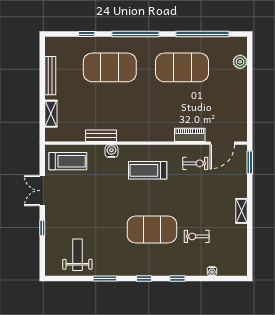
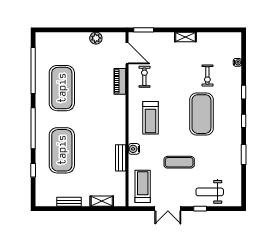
plant: (240, 62) -> (96, 38), moved
bench: (50, 76) -> (69, 202), width x0.73
exercise mat: (96, 204) -> (179, 162), added
weight bench: (77, 255) -> (210, 192), moved

